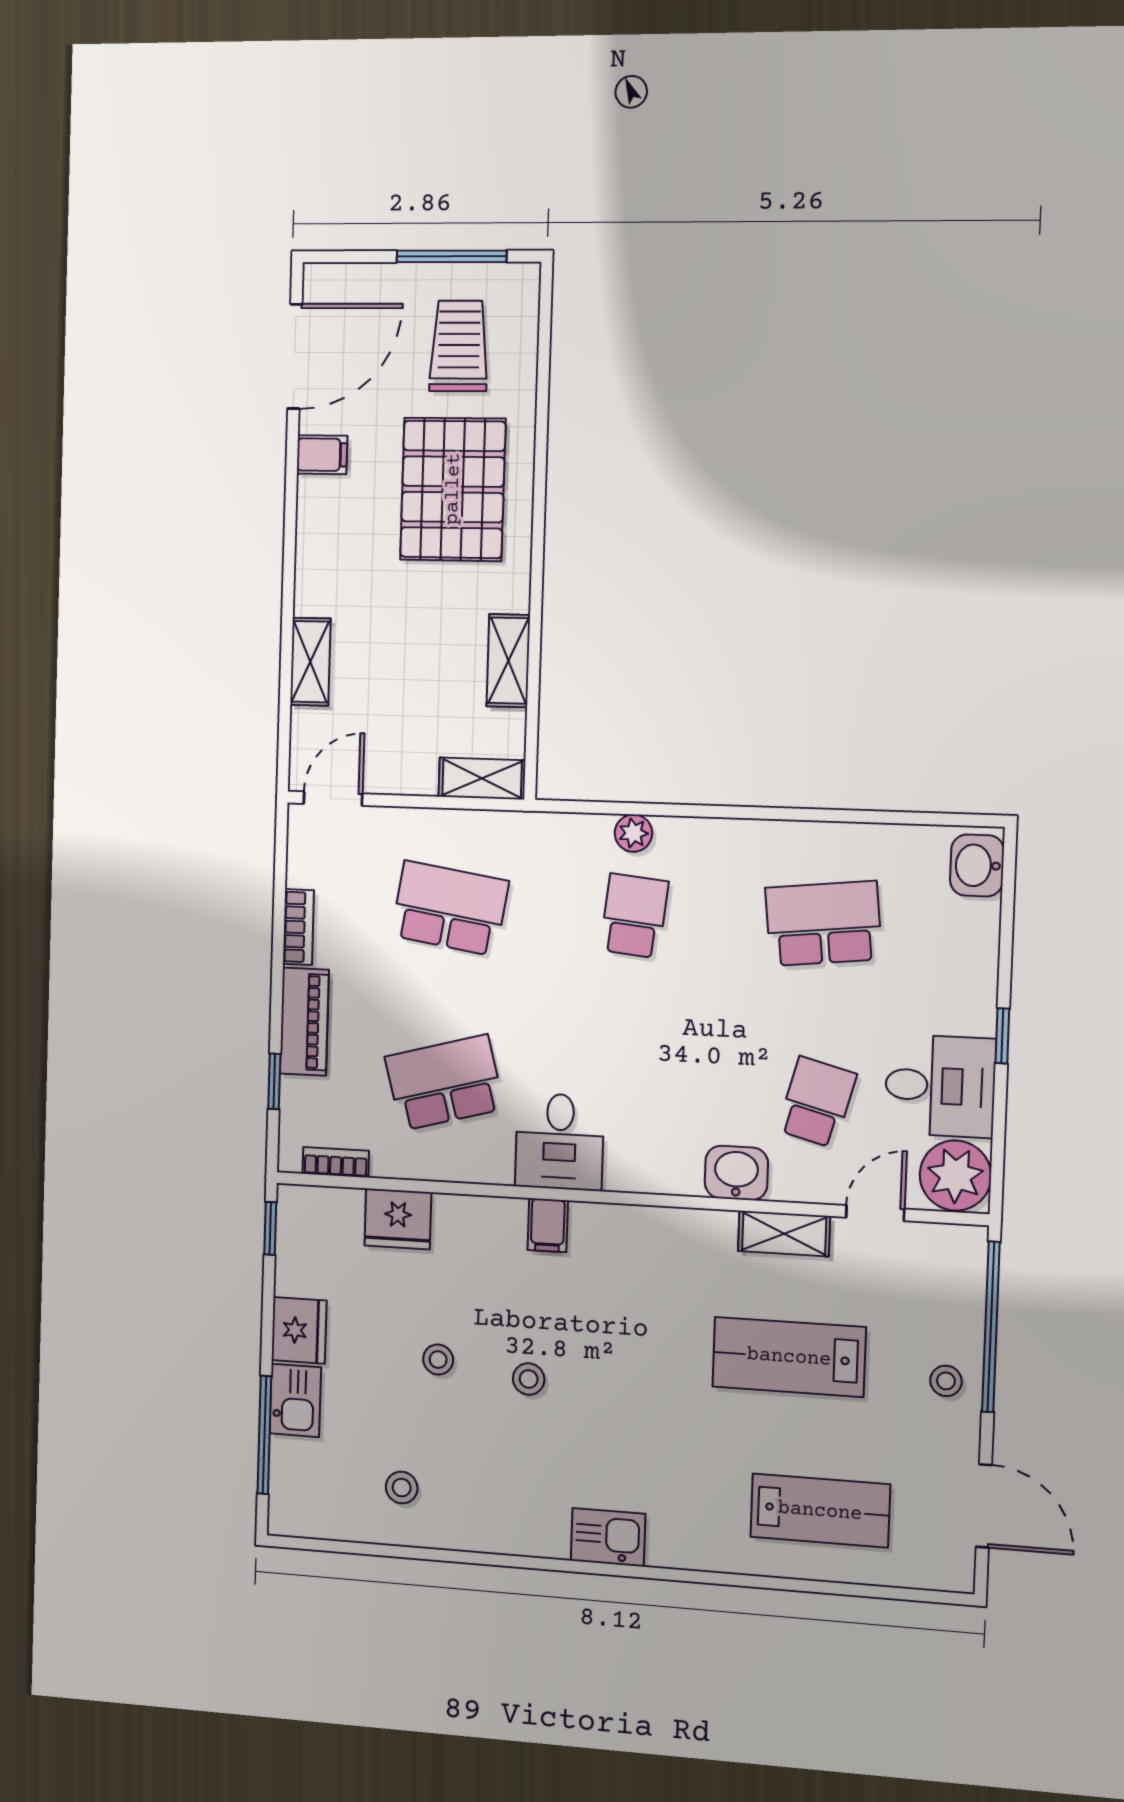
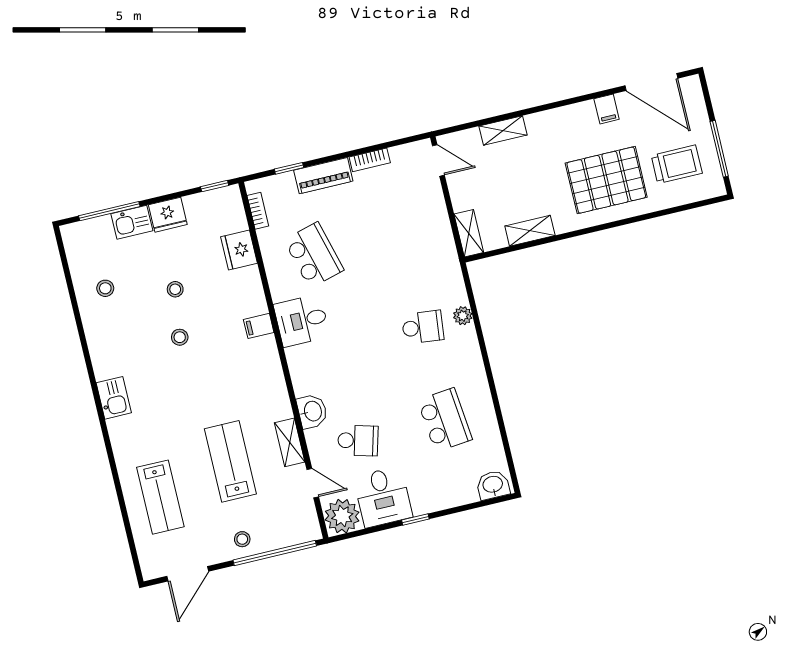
school desk: (450, 908) -> (401, 234), removed

